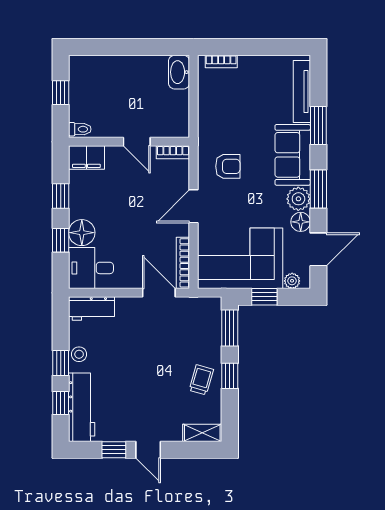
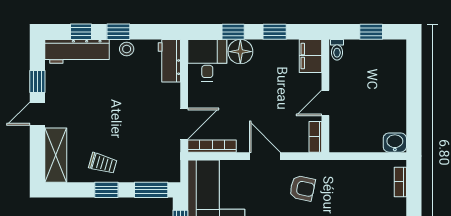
washbasin: (179, 72) -> (395, 143), width x0.72
armchair: (228, 166) -> (302, 188), turned -78
shelving: (202, 433) -> (56, 155), width x1.50, depth x1.33

